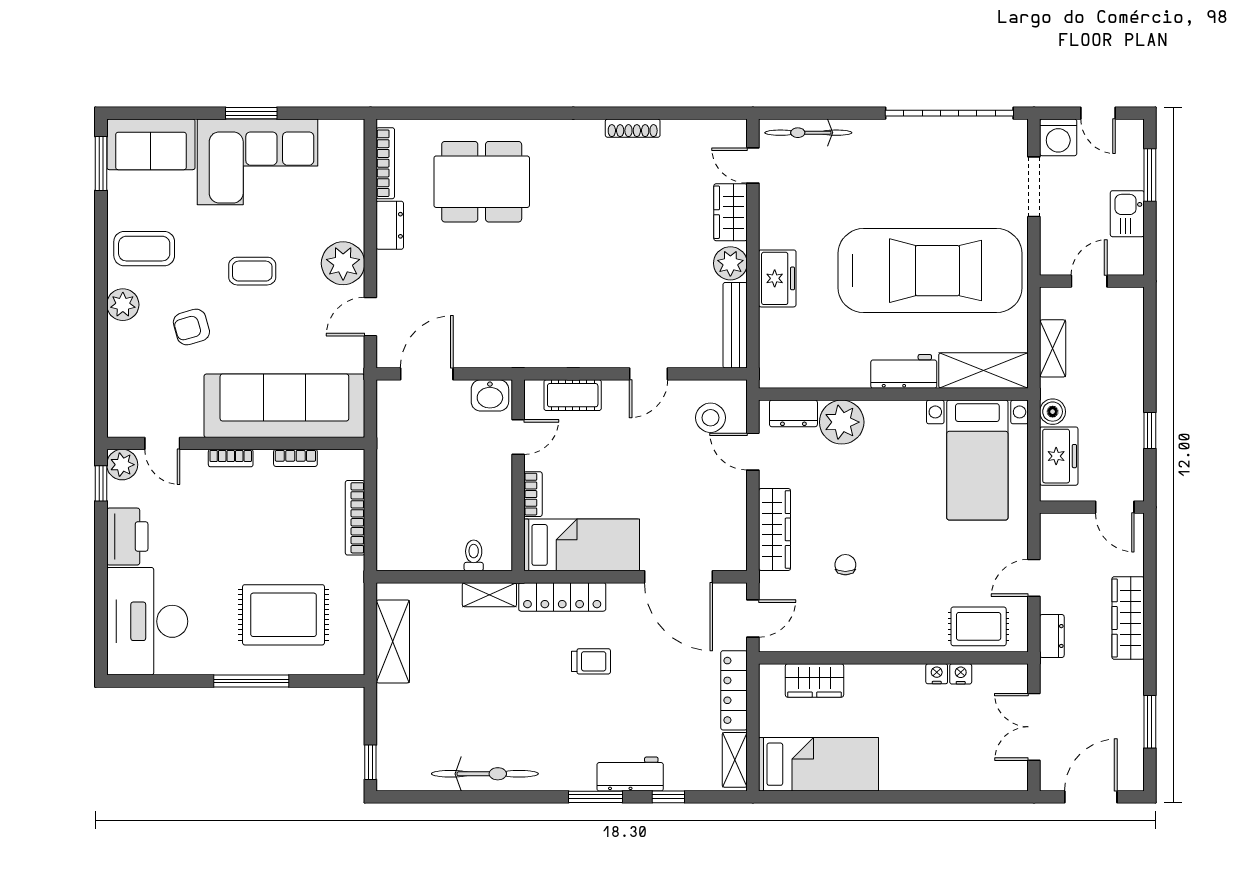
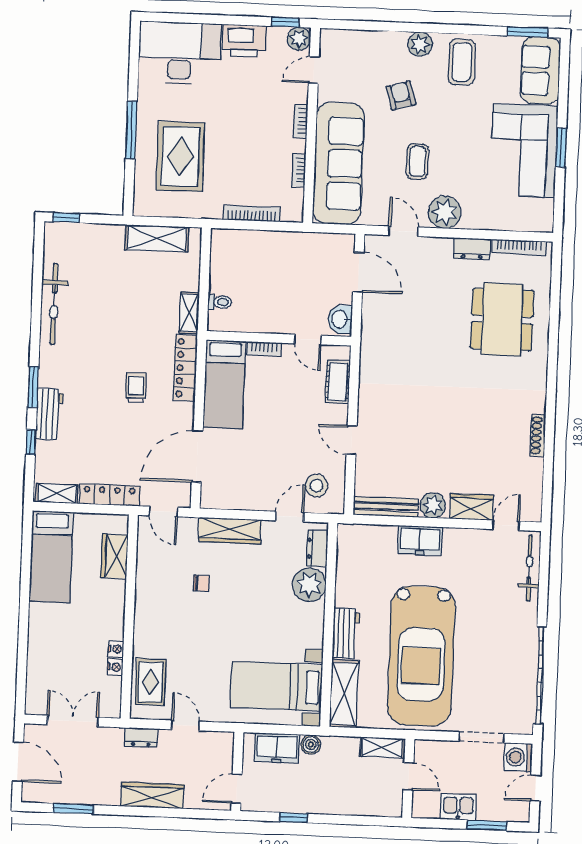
coffee table: (252, 271) -> (417, 161), moved
shelving: (1053, 348) -> (382, 748), moved
trolley: (591, 661) -> (136, 388), turned 180

